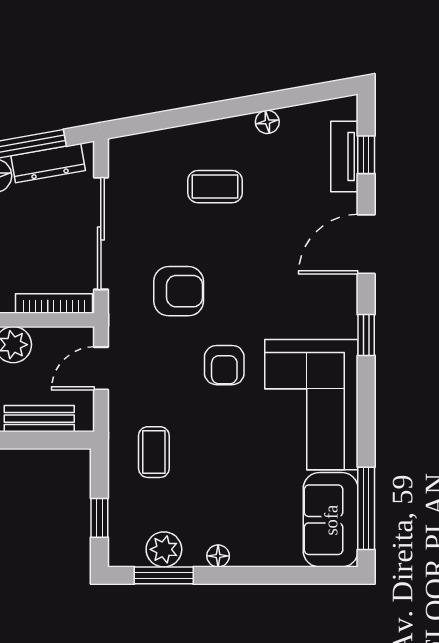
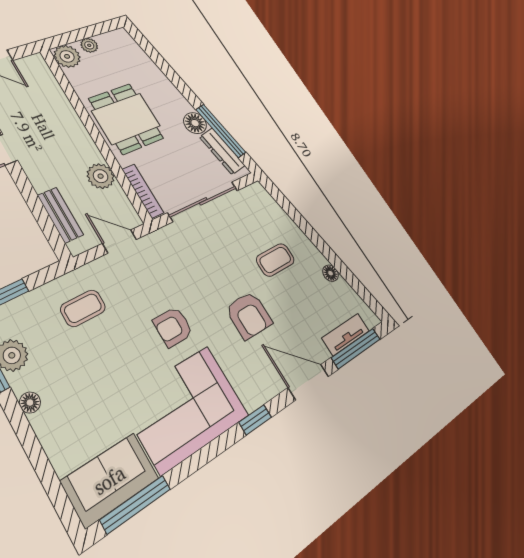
window: (366, 155) -> (356, 348), width x2.17
coffee table: (215, 187) -> (275, 260), turned 90
armchair: (179, 291) -> (249, 315), moved

